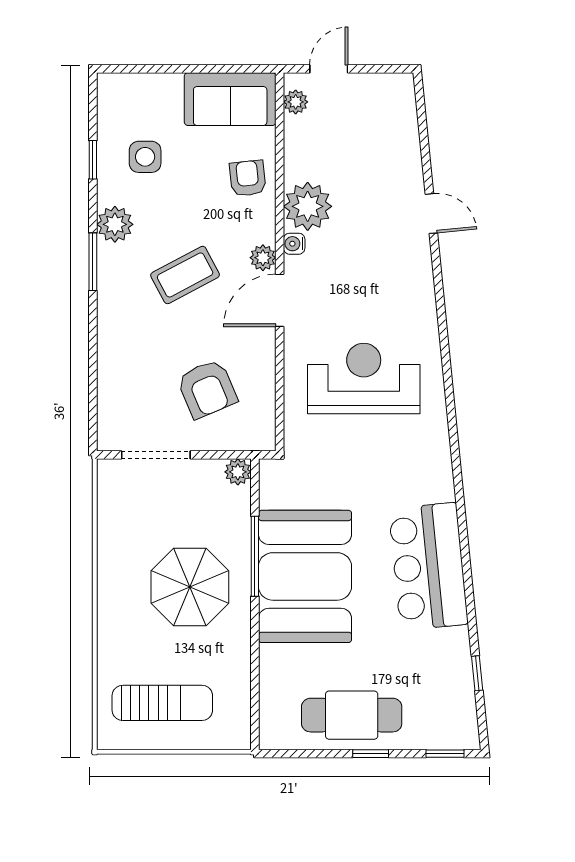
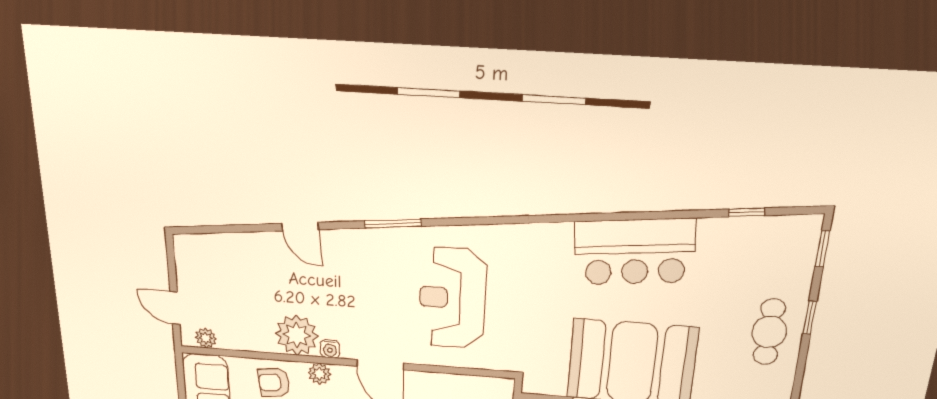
door: (431, 214) -> (300, 227), swing flipped
plant: (263, 258) -> (319, 374), moved
window: (441, 313) -> (393, 224), added
cafe table: (352, 715) -> (769, 332), width x0.73, depth x0.74

